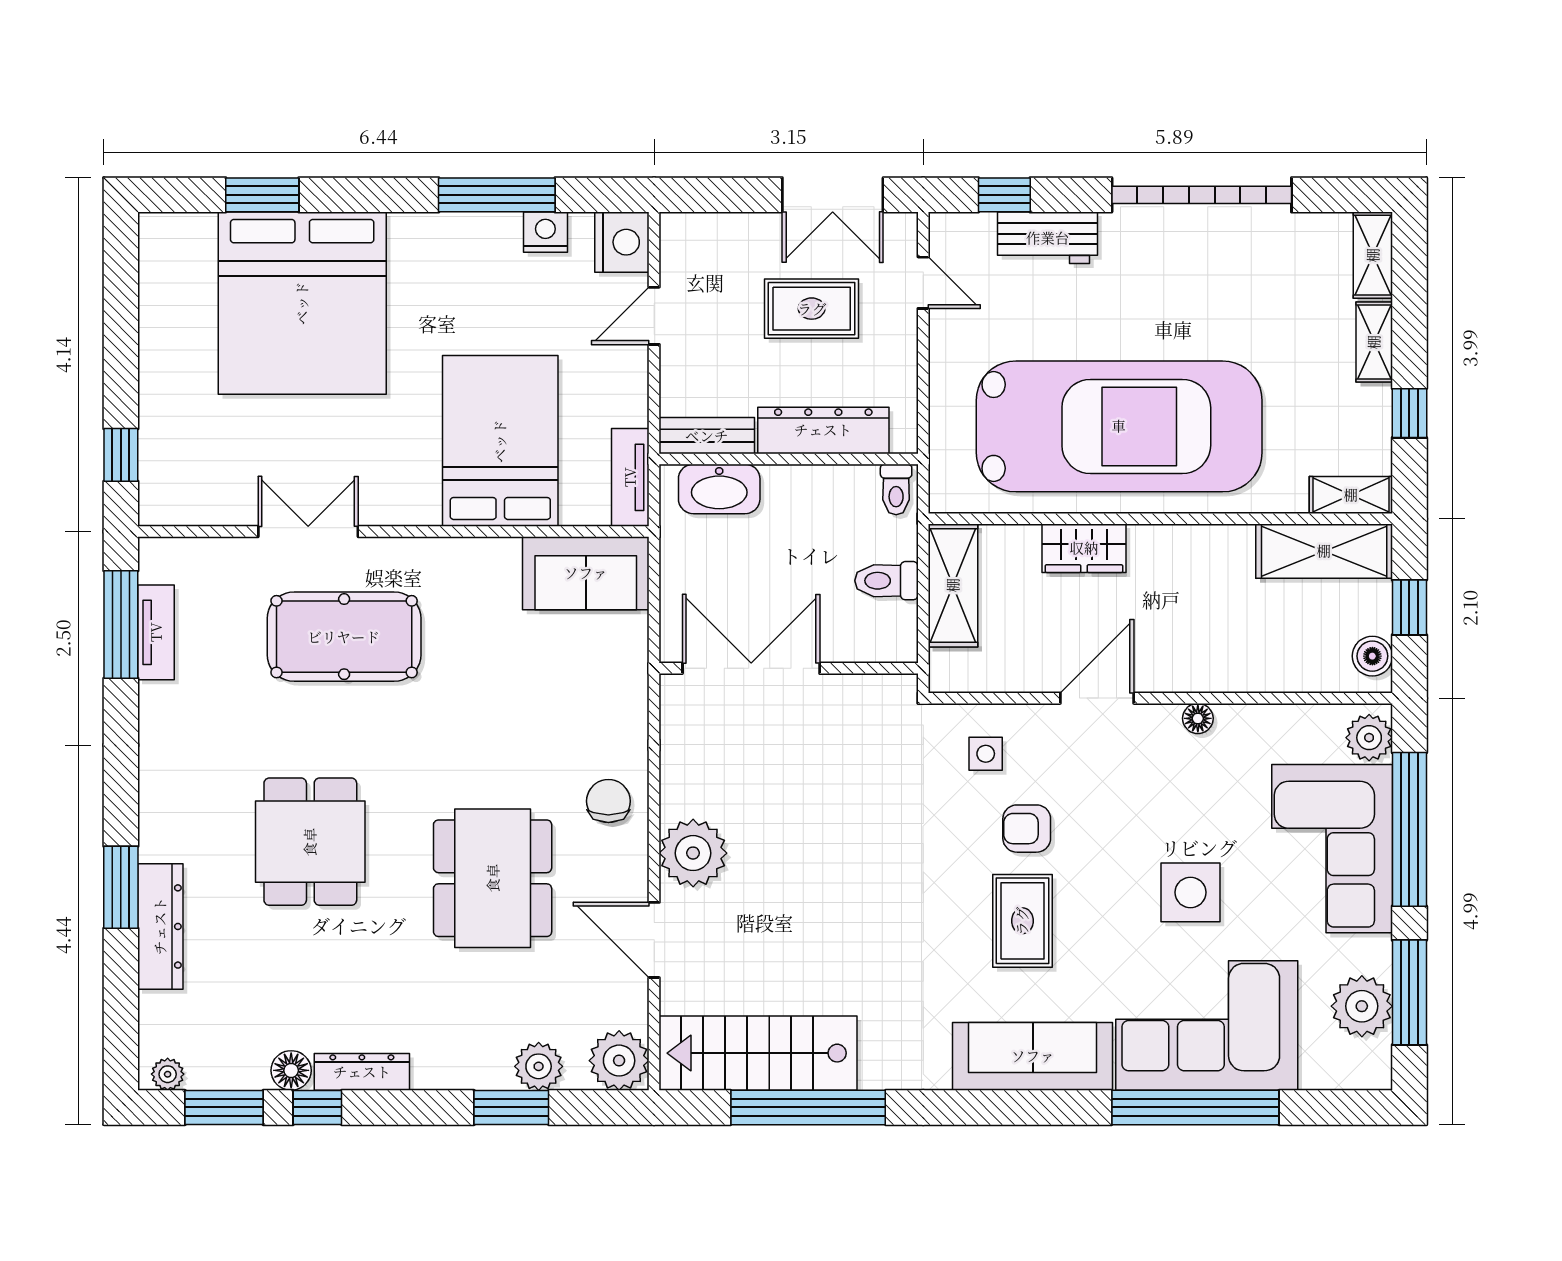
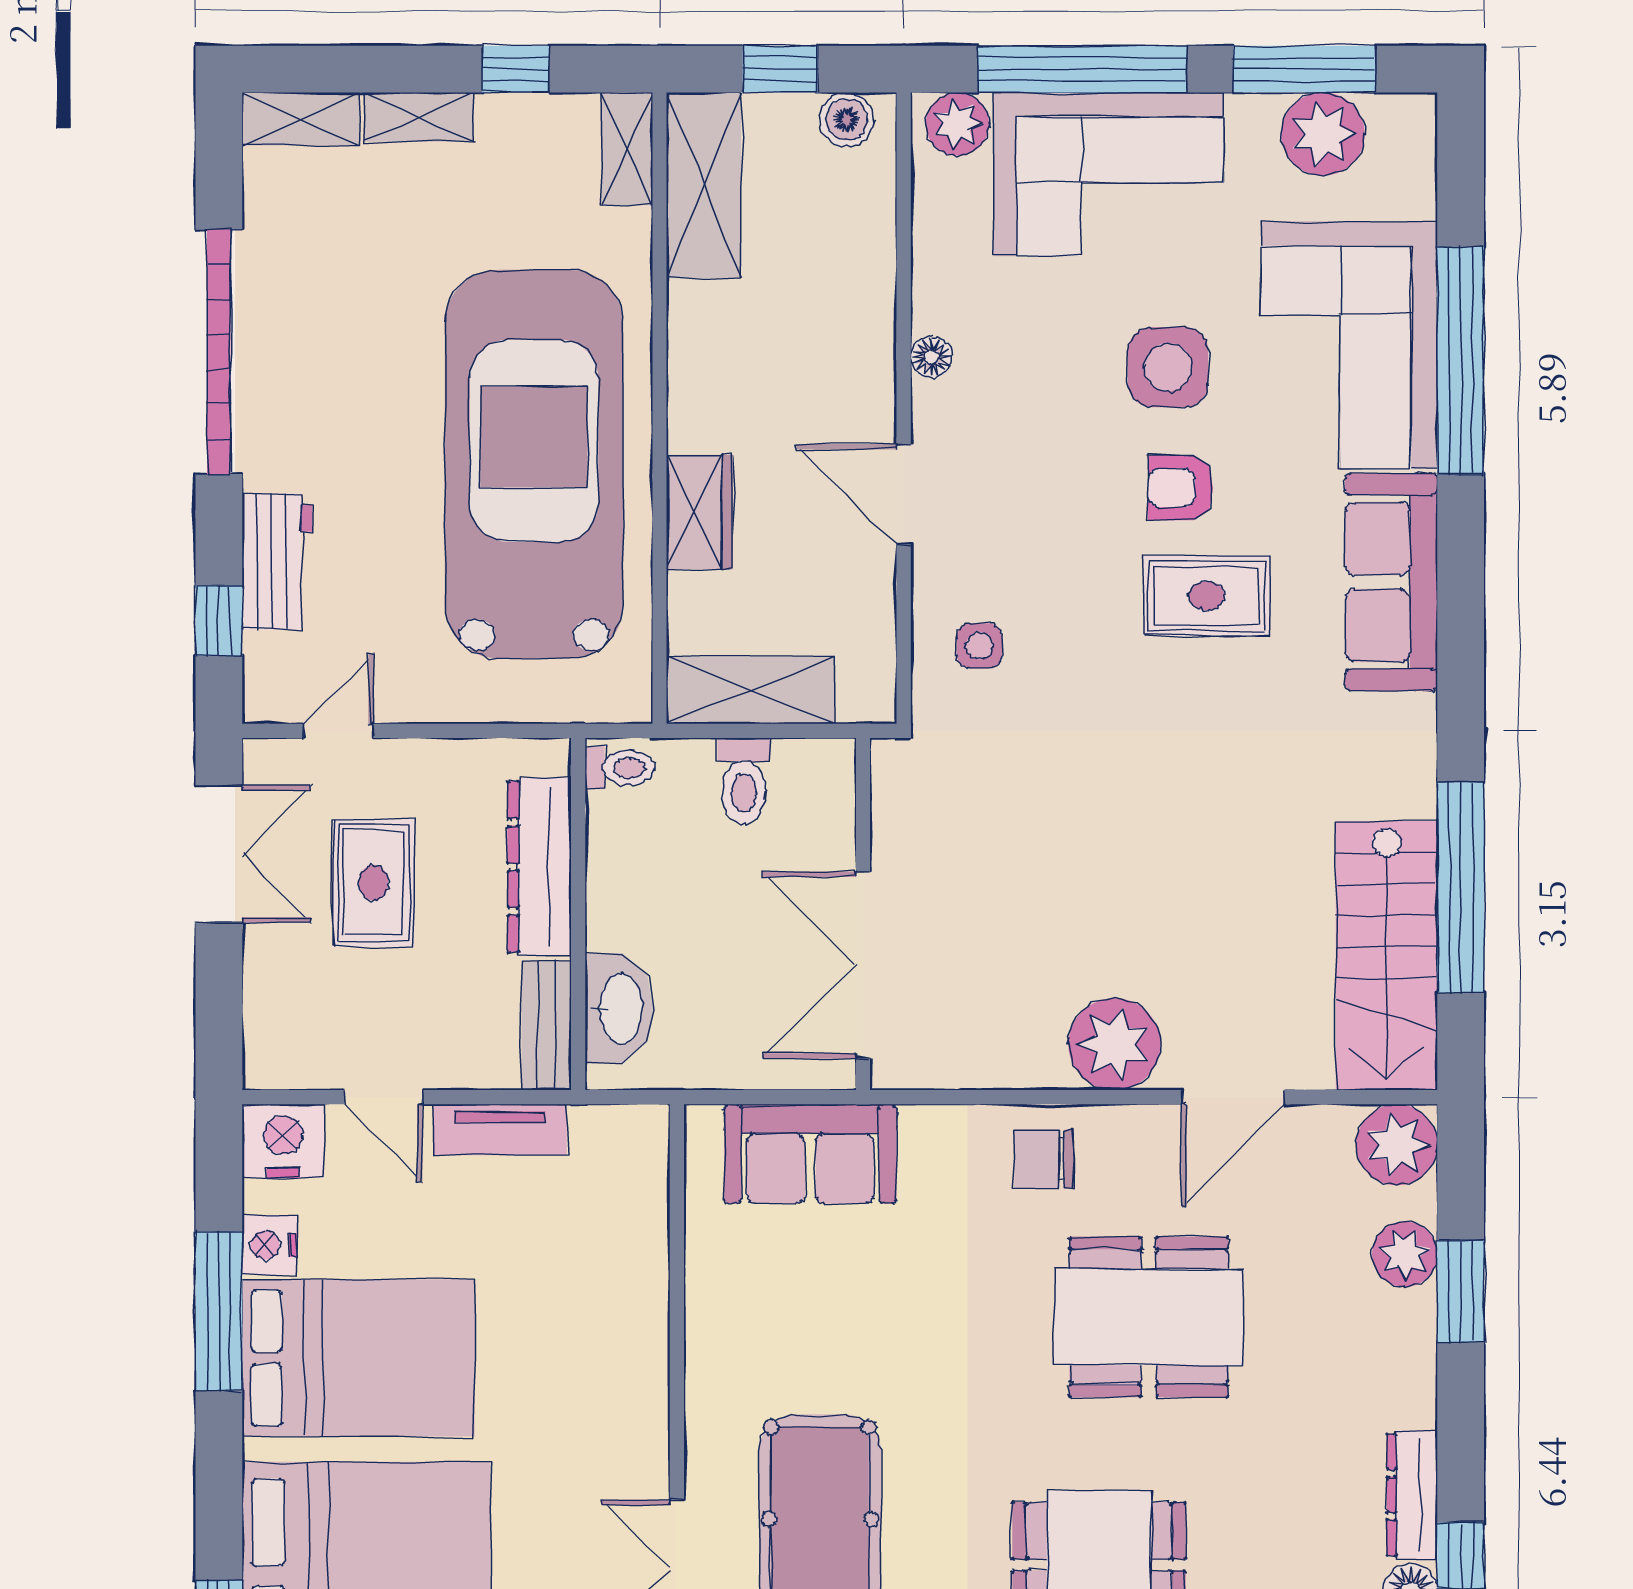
bed: (500, 441) -> (358, 1358), moved, turned 180
tv unit: (630, 477) -> (500, 1130), moved
sofa: (586, 573) -> (810, 1154), moved, turned 90
armchair: (1027, 829) -> (1181, 488), moved, turned 90

